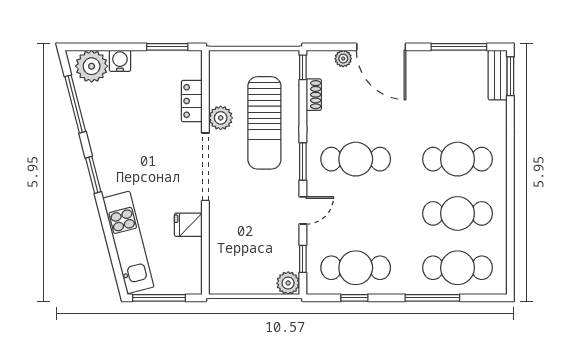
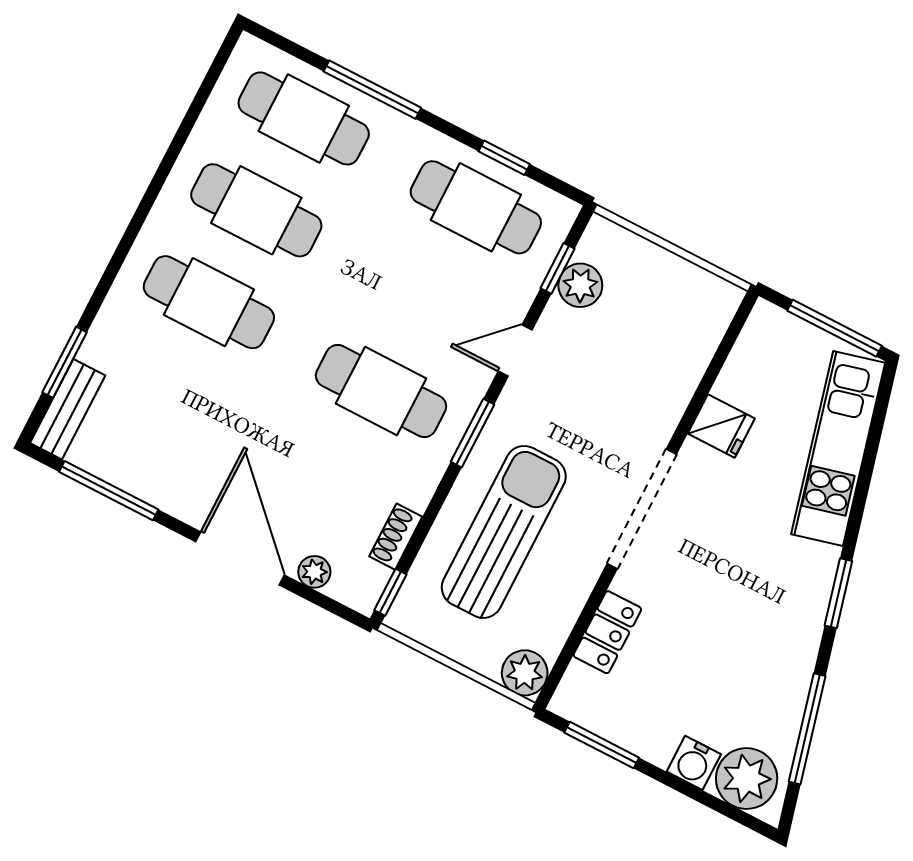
window: (510, 76) -> (65, 362), moved
plant: (221, 118) -> (525, 673), moved
plant: (288, 283) -> (580, 285), moved

